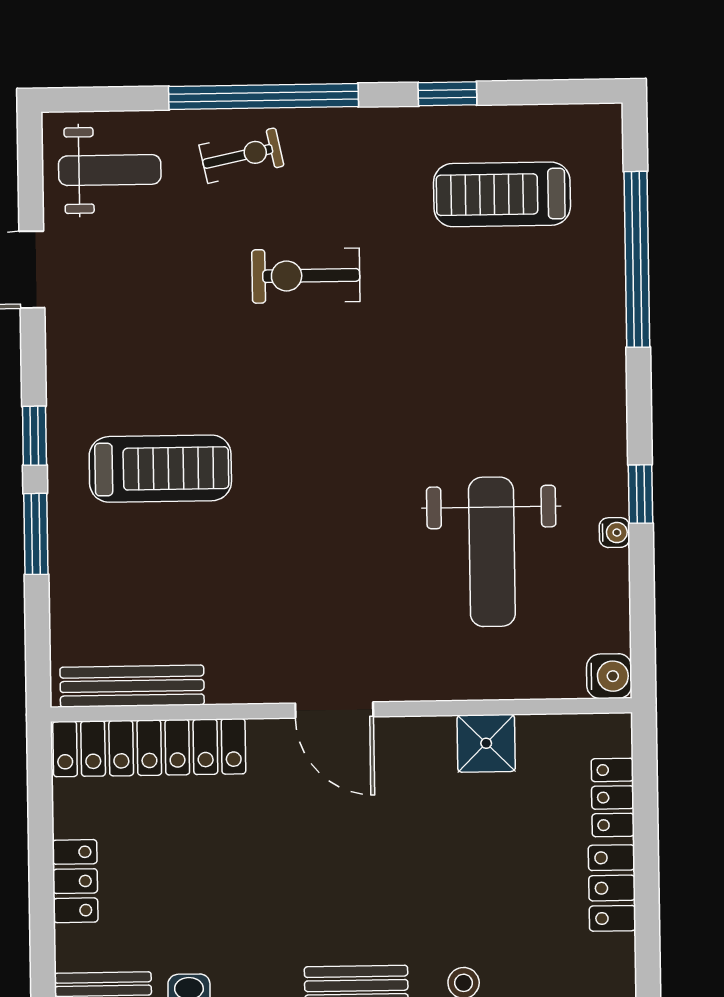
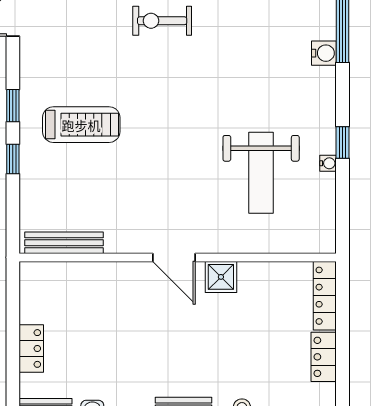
window: (36, 534) -> (13, 159), width x0.67
water cooler: (609, 676) -> (324, 53), moved
shower: (486, 743) -> (221, 277), moved
locker: (149, 748) -> (73, 276), removed
locker: (613, 797) -> (325, 296), width x1.53

